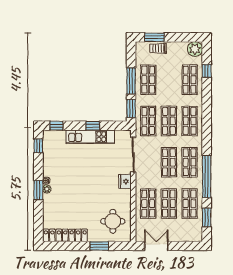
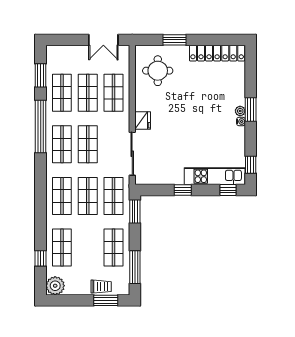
window: (131, 81) -> (135, 267), moved
kitchen unit: (90, 137) -> (215, 176), moved

